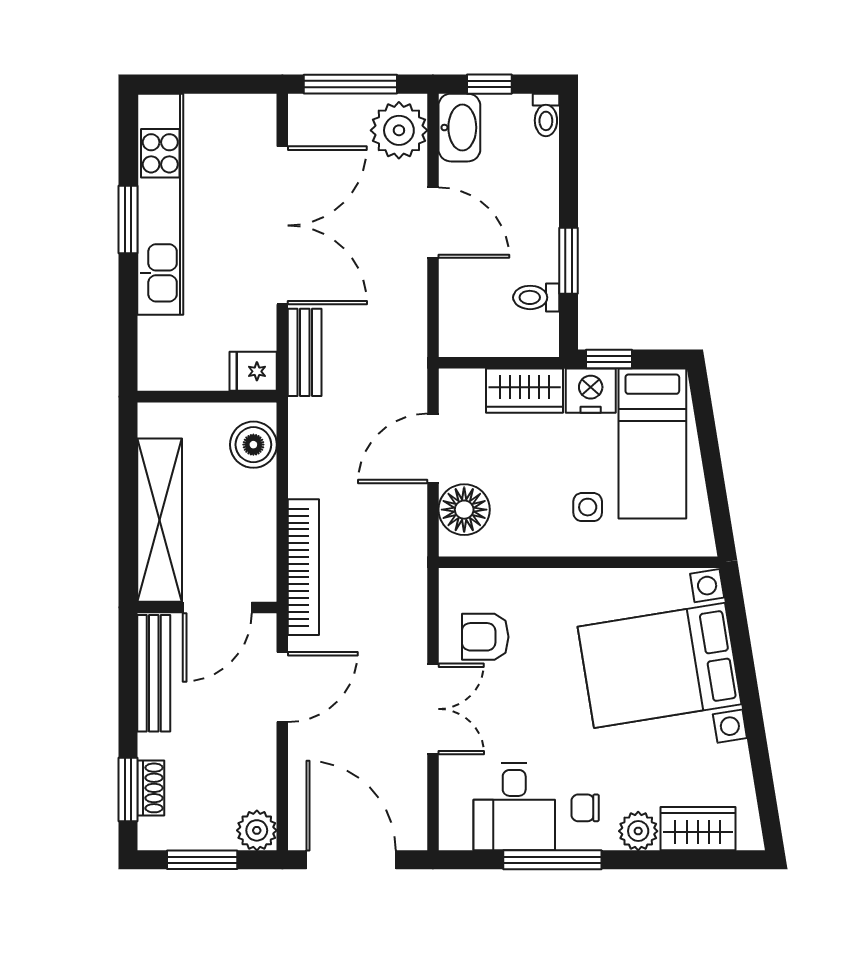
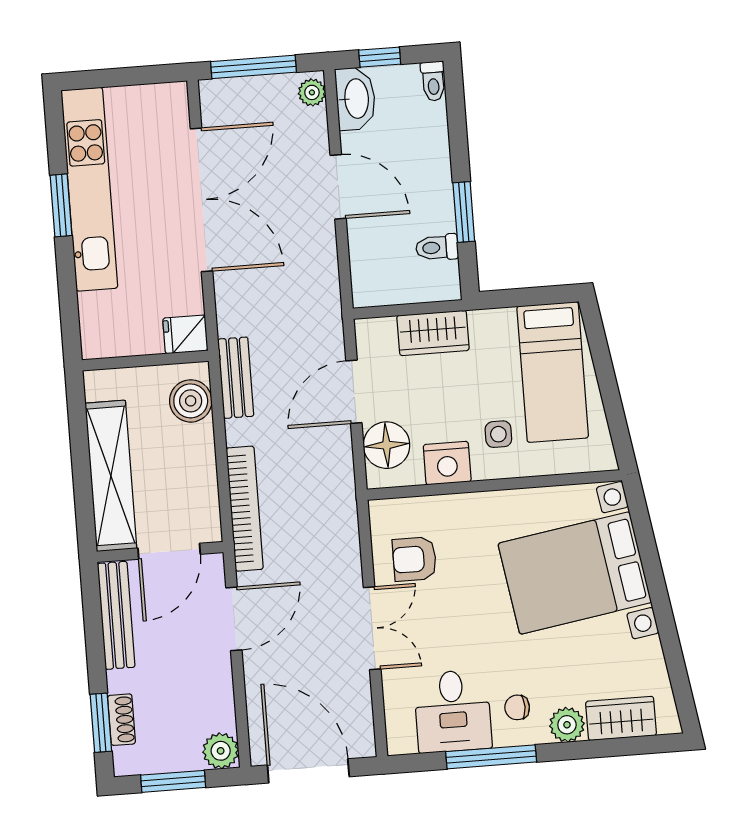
plant: (399, 130) -> (312, 92), width x0.53, depth x0.53
bench: (305, 352) -> (236, 378), moved
window: (609, 359) -> (507, 298), removed
nightstand: (591, 391) -> (447, 463), moved, turned 180

